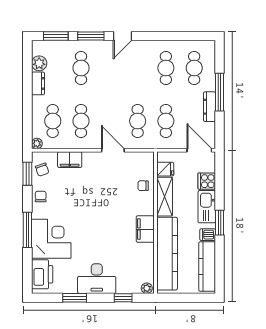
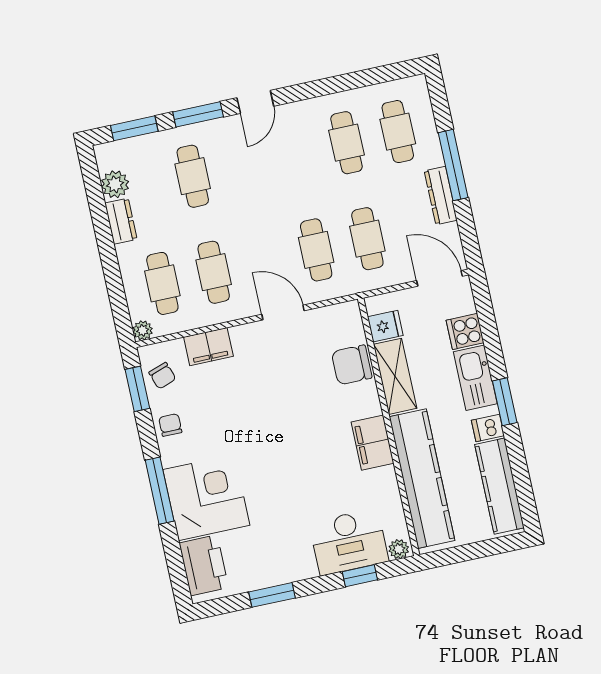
chair: (143, 186) -> (352, 365), width x1.87, depth x1.87
desk: (97, 279) -> (349, 542), moved

